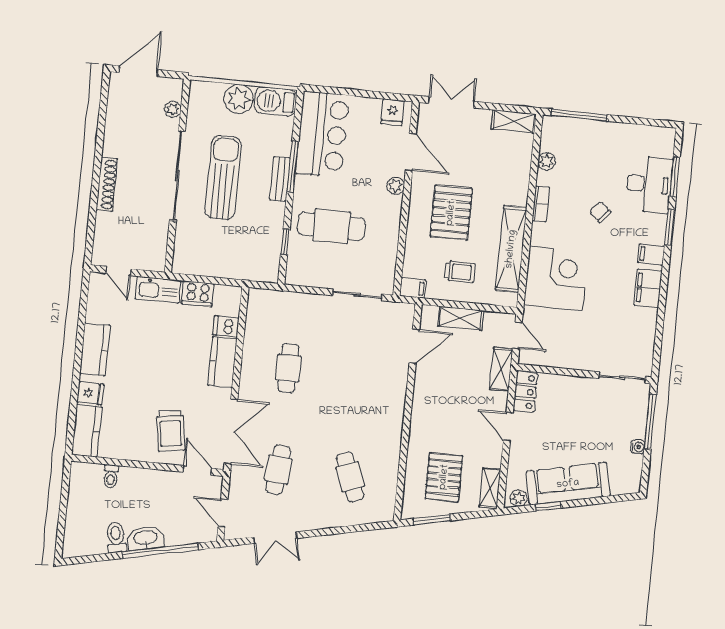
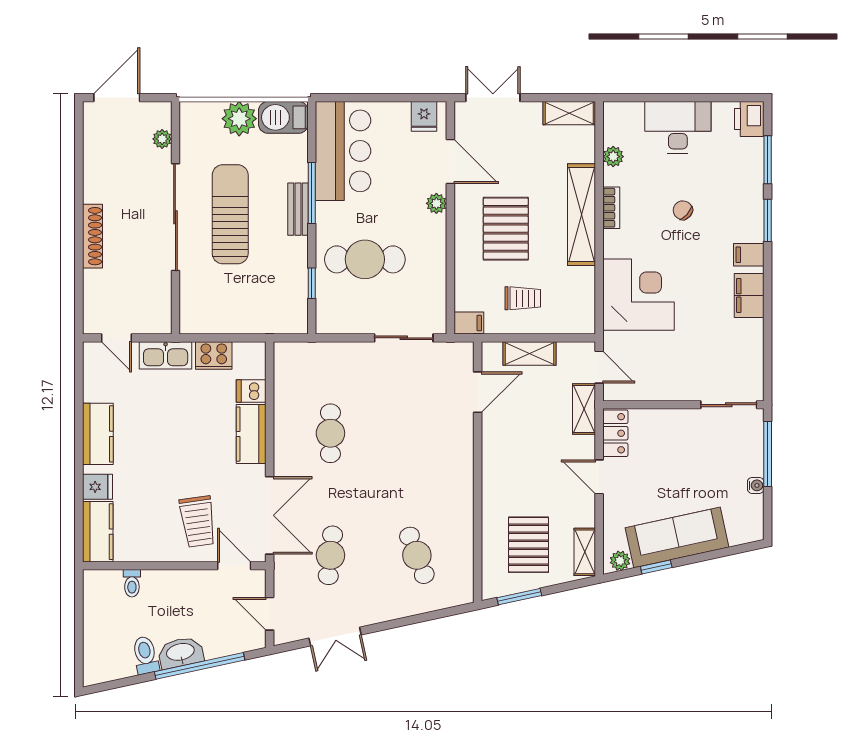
window: (579, 115) -> (647, 98), removed
printer: (663, 141) -> (749, 119), added
desk: (649, 184) -> (678, 127), moved, turned -90
shelving: (511, 249) -> (581, 215), moved

